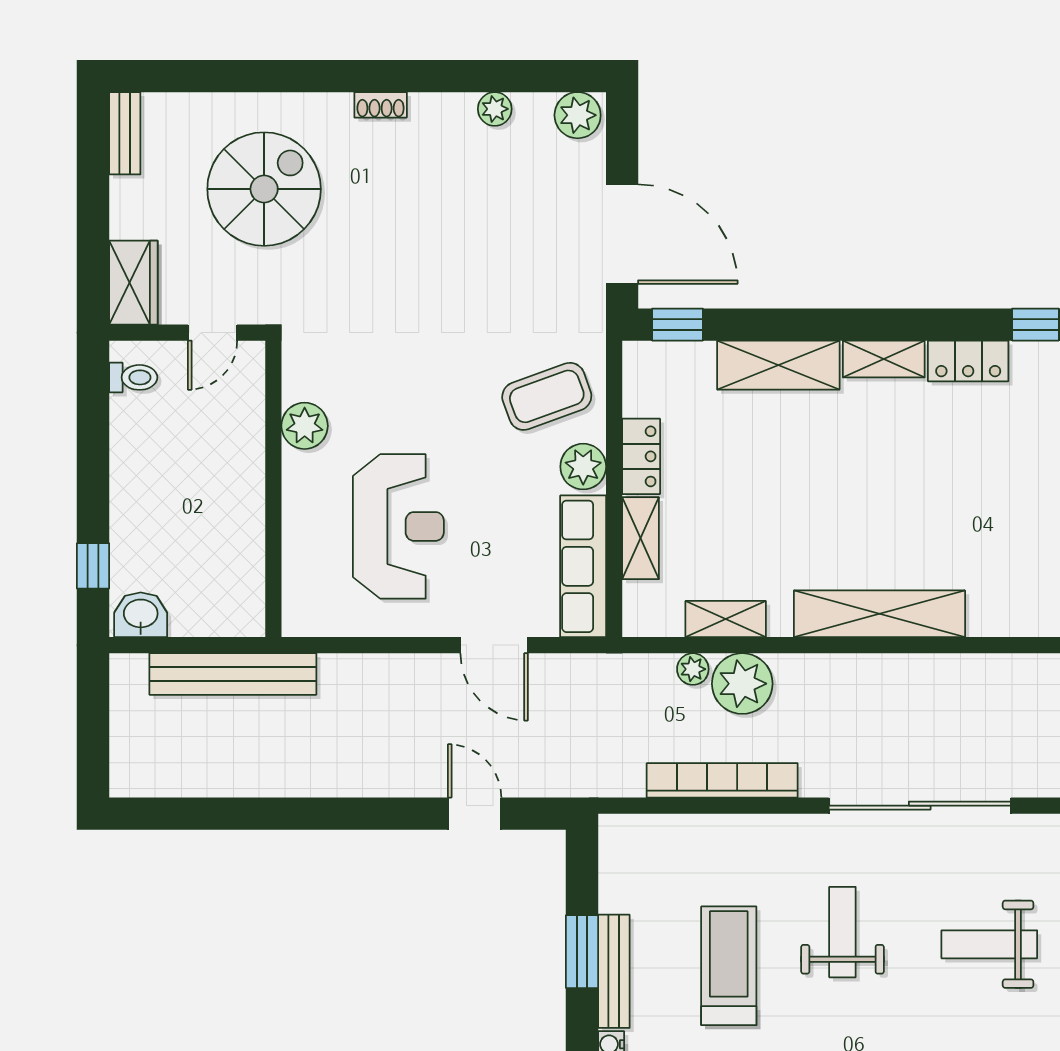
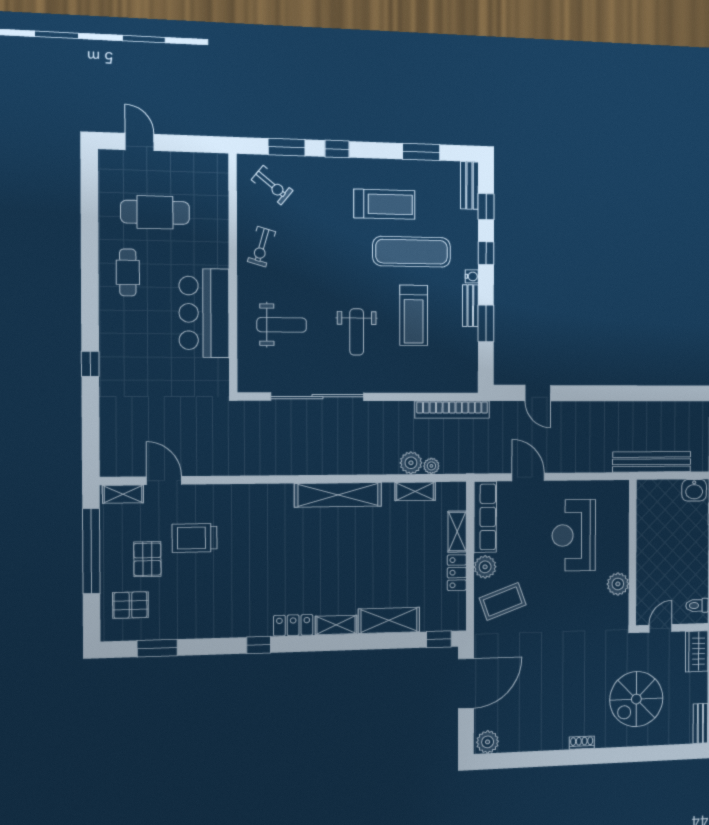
plant: (495, 109) -> (527, 743), removed
door: (622, 234) -> (466, 684), swing flipped
plant: (742, 684) -> (411, 463), width x0.73, depth x0.73
bookcase: (722, 780) -> (452, 410), moved
bench: (614, 971) -> (470, 306), width x0.73

